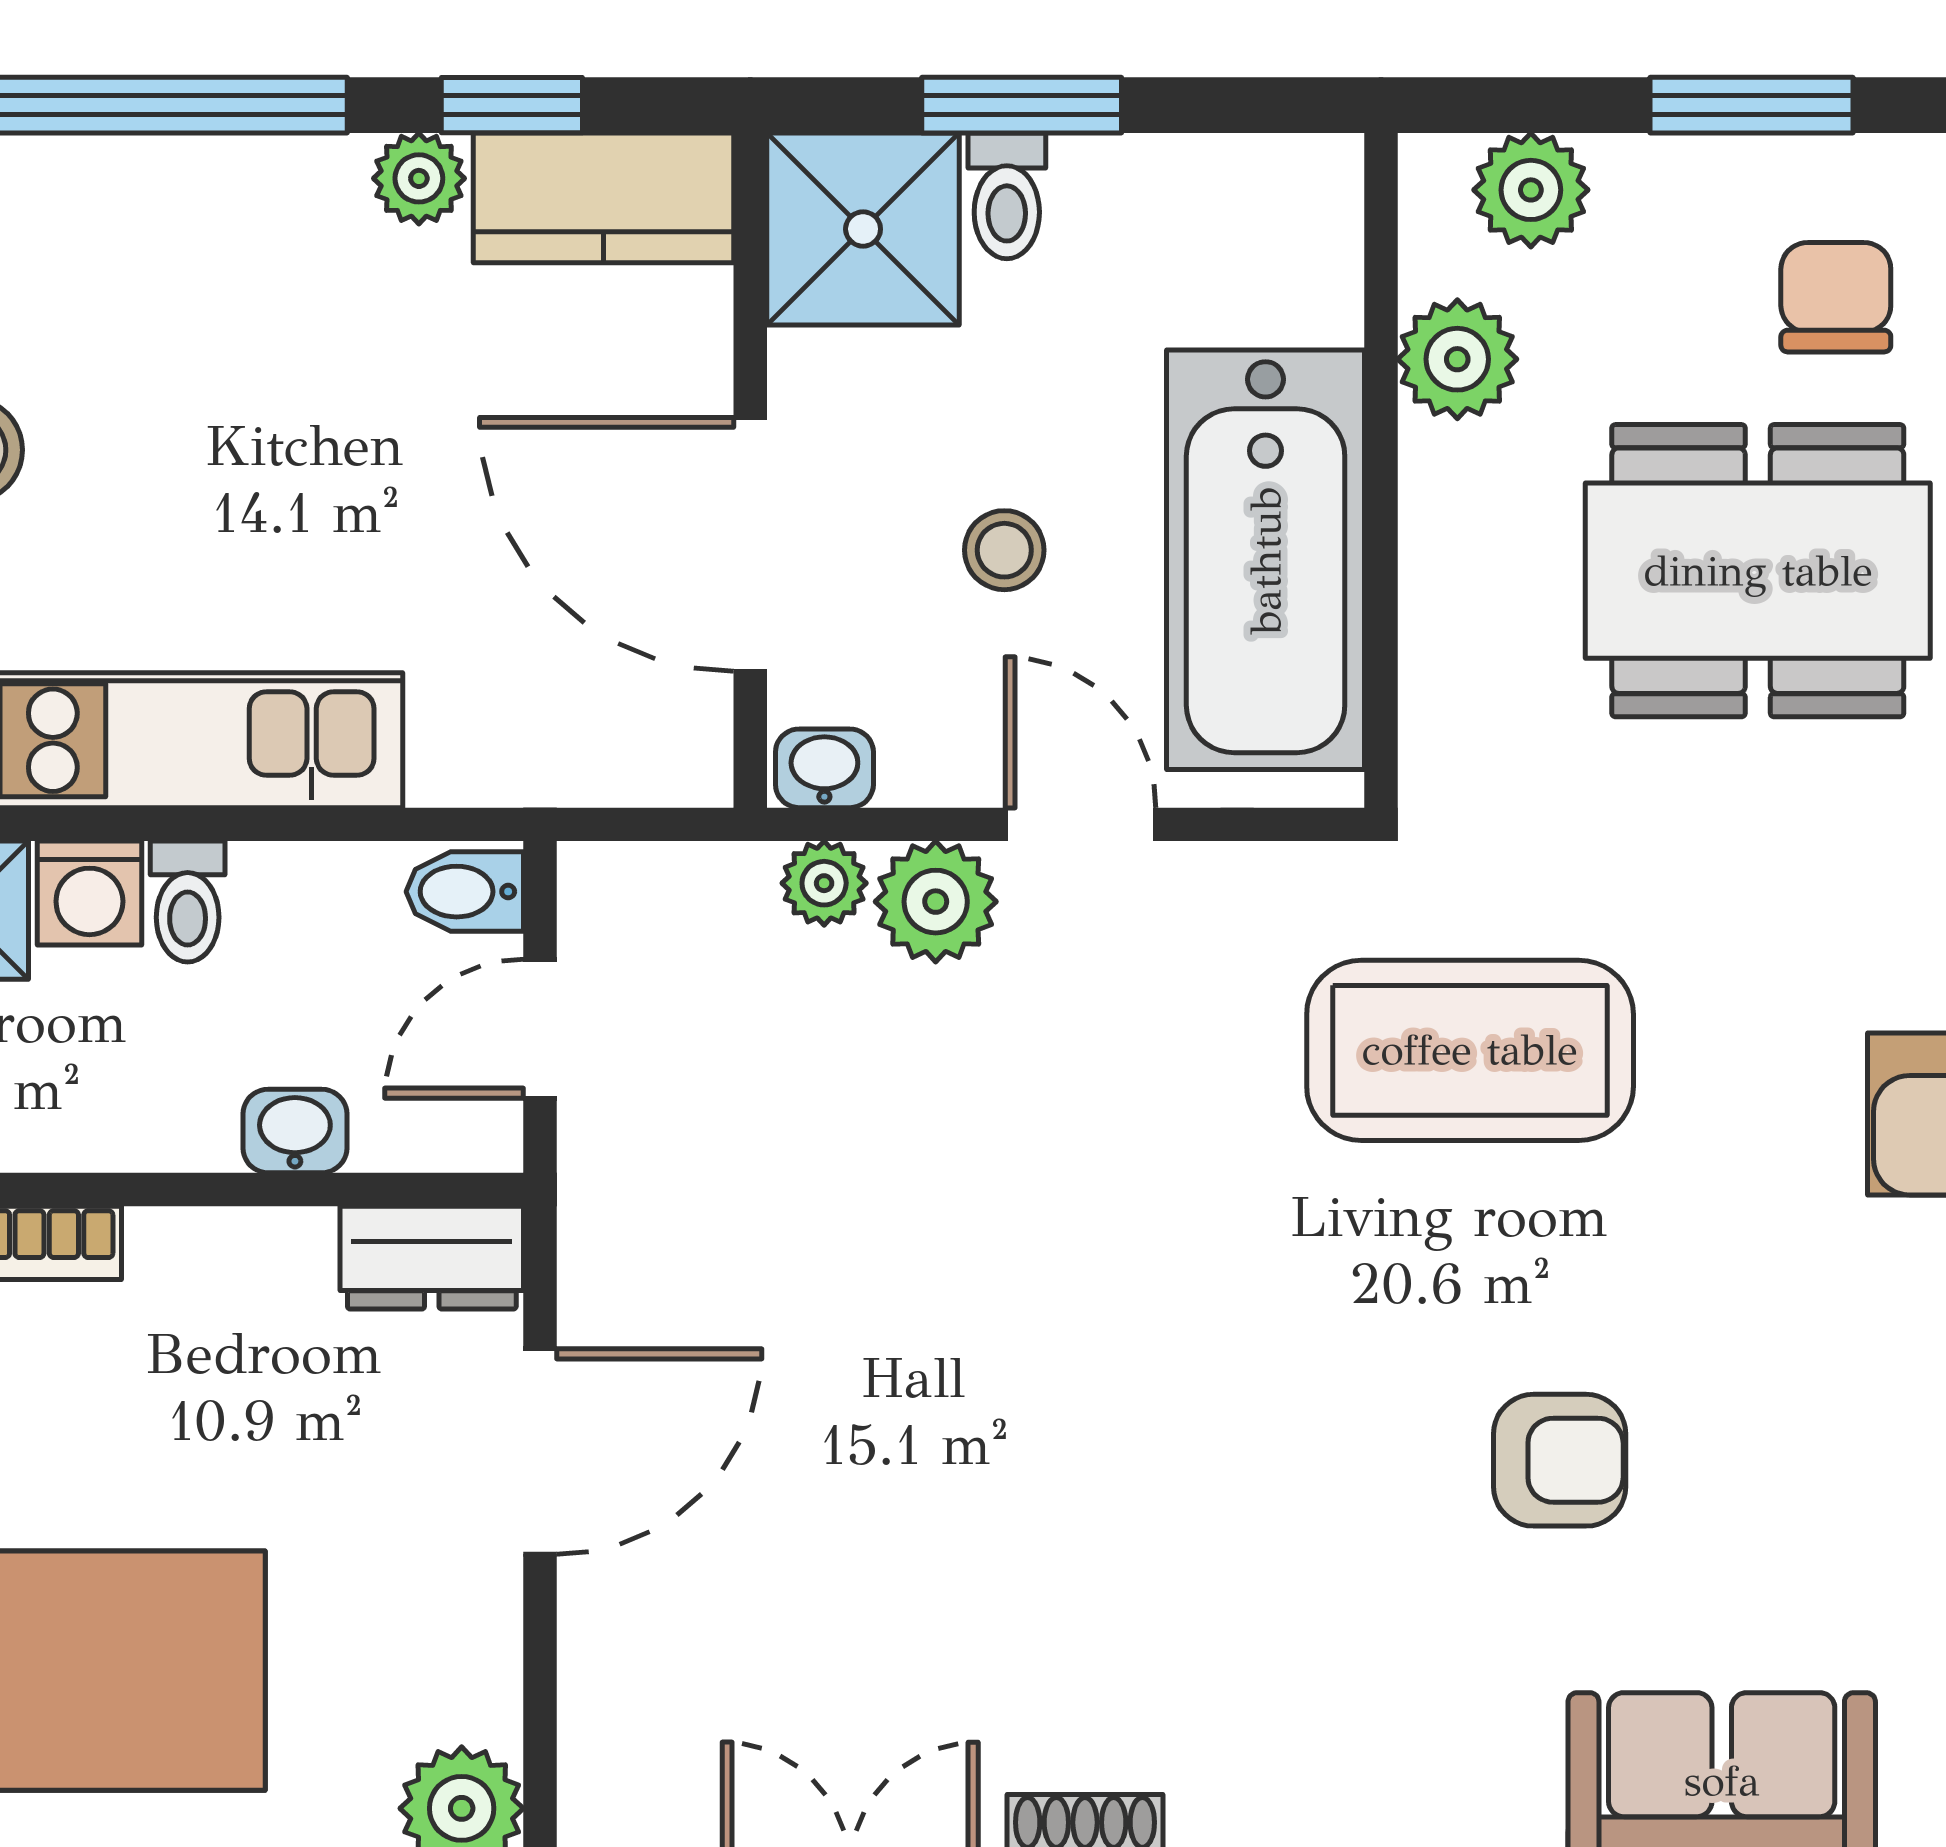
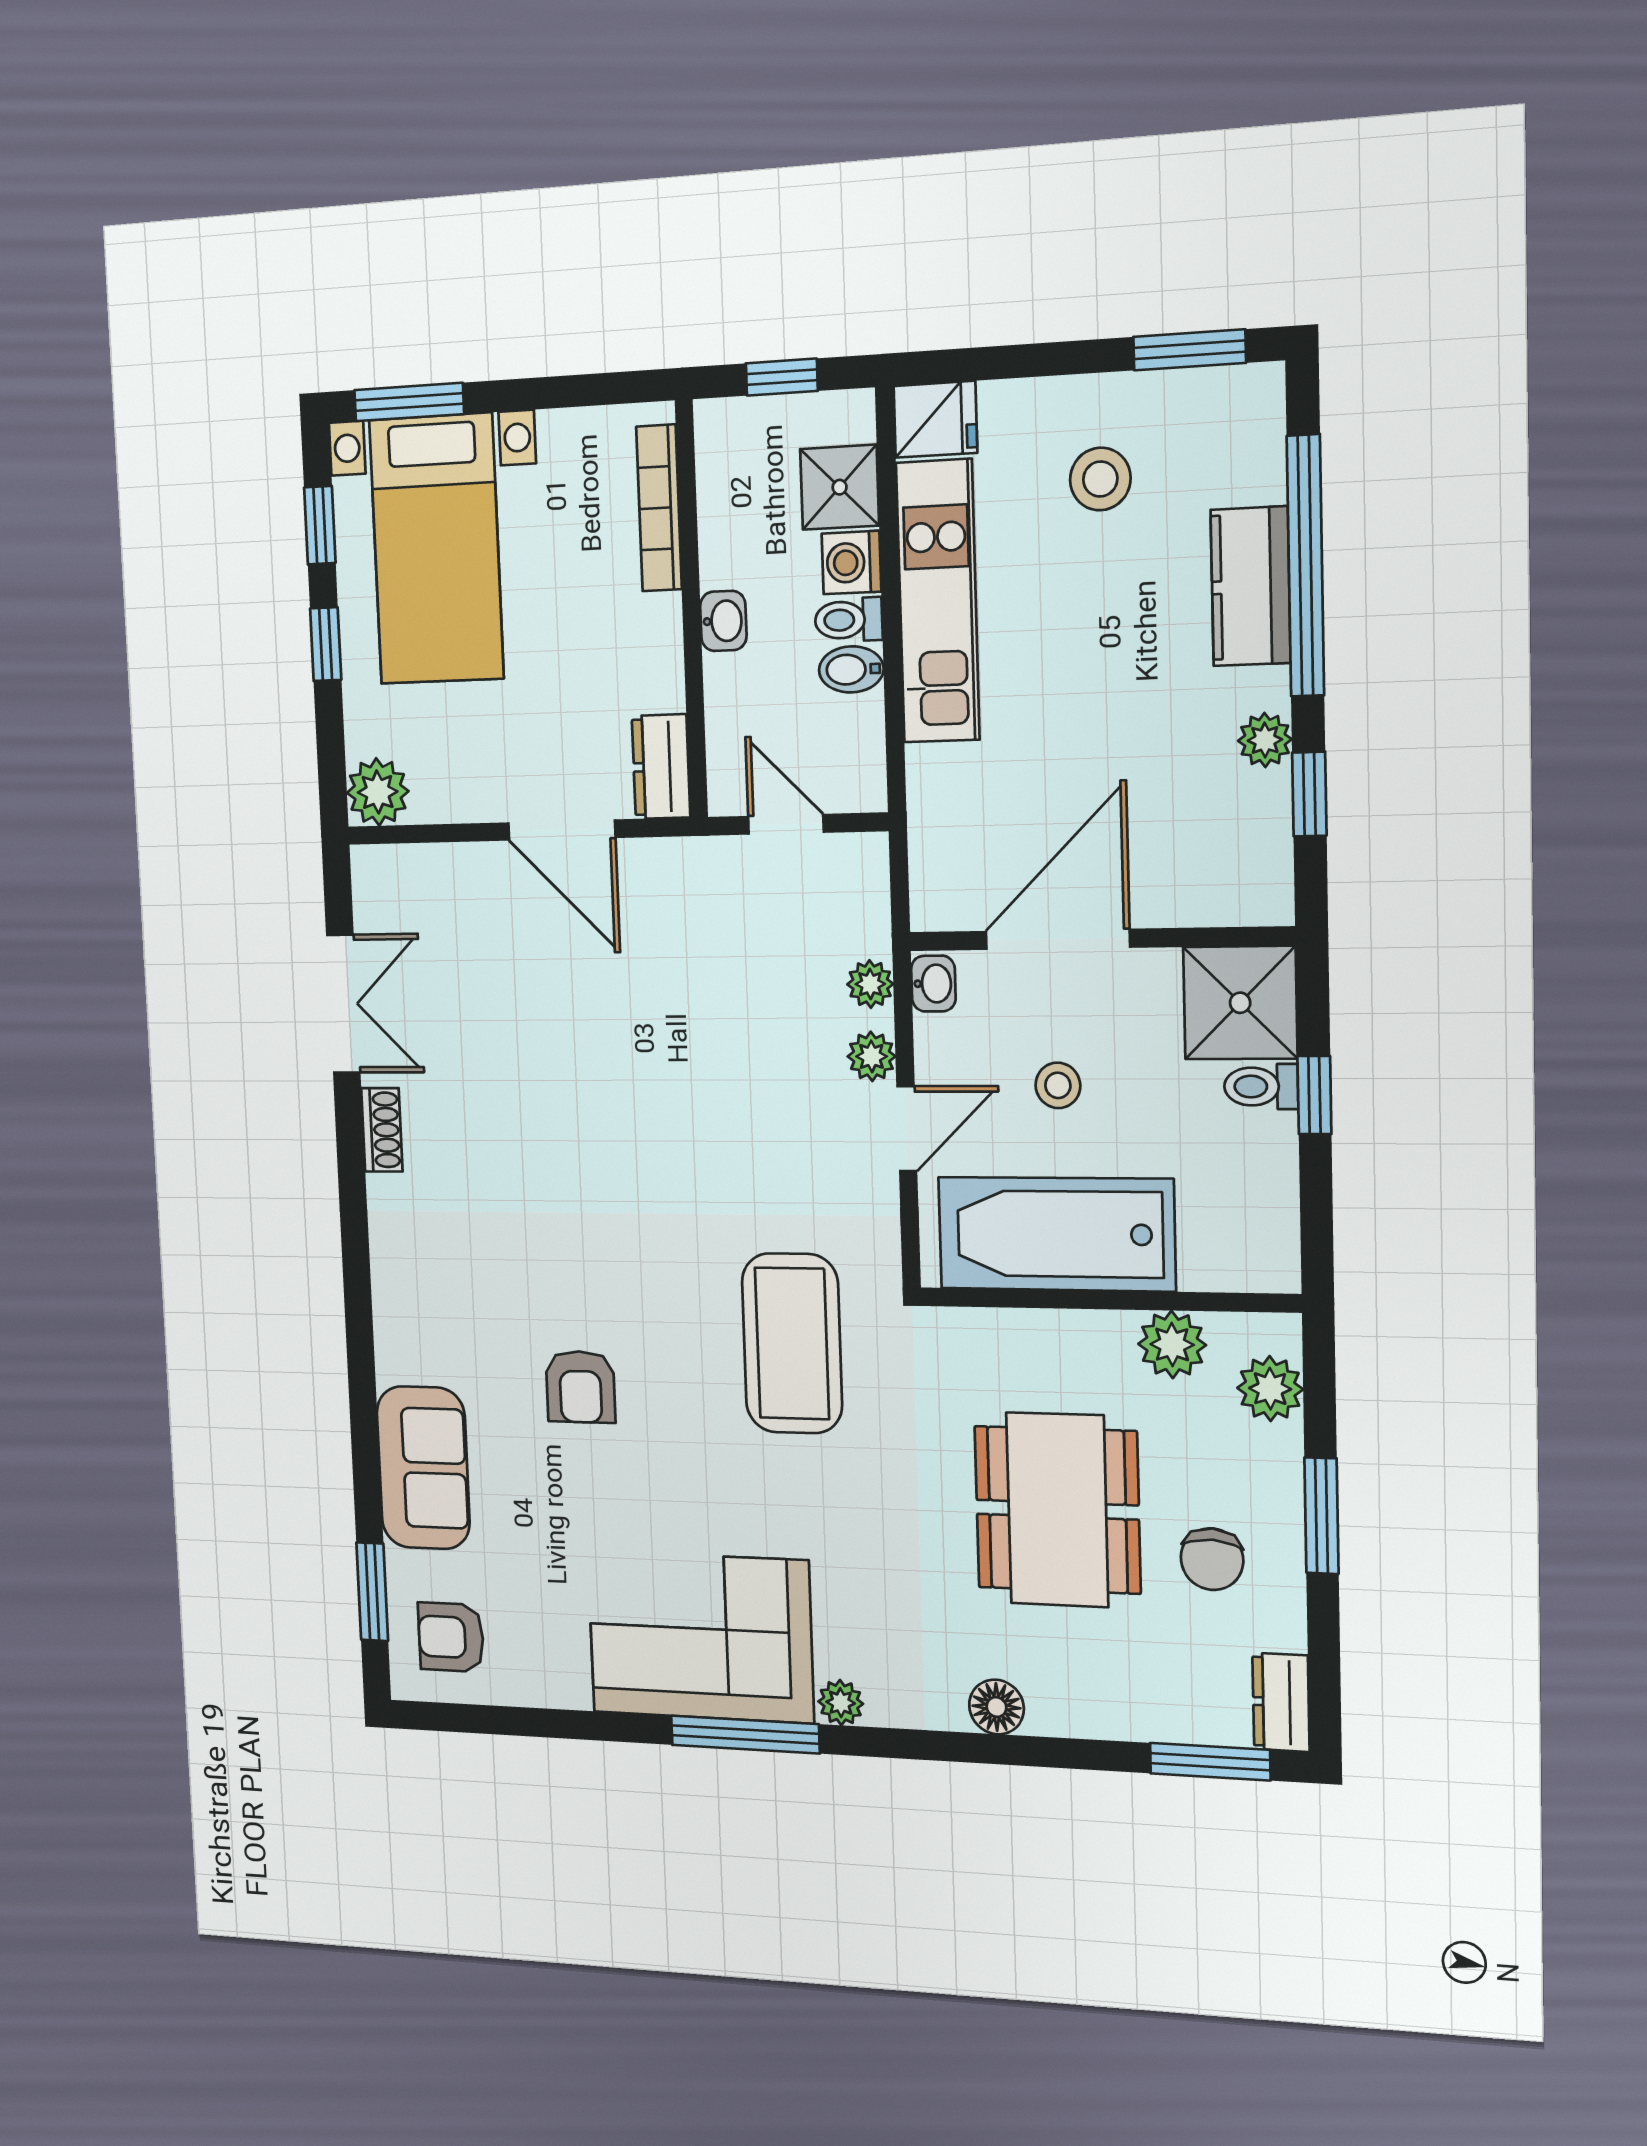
window: (1022, 105) -> (1314, 1095), width x0.67
kitchen counter: (604, 198) -> (1251, 586), moved
chair: (1836, 297) -> (1212, 1559), turned 93
bidet: (465, 892) -> (851, 669), moved, turned -90
plant: (936, 902) -> (872, 1056), width x0.73, depth x0.73
washbasin: (295, 1131) -> (723, 621), moved

